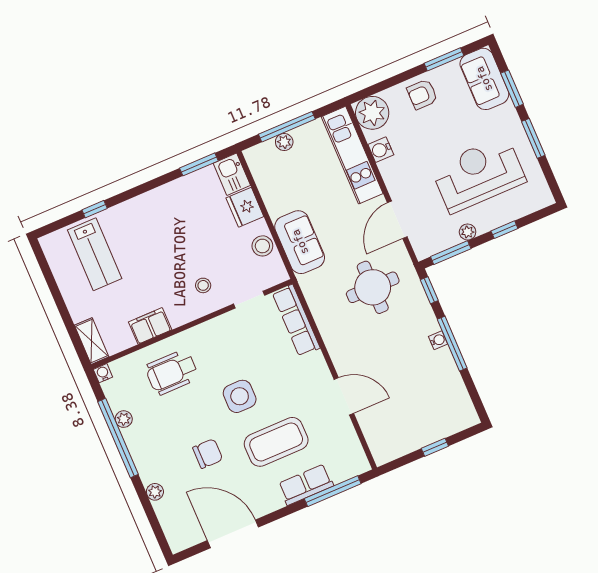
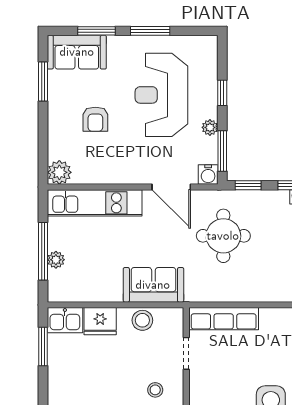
armchair: (422, 94) -> (95, 119), moved
plant: (372, 113) -> (59, 172), width x0.73, depth x0.73
water cooler: (381, 150) -> (208, 175), moved

